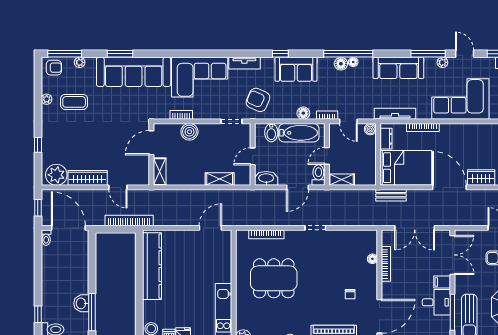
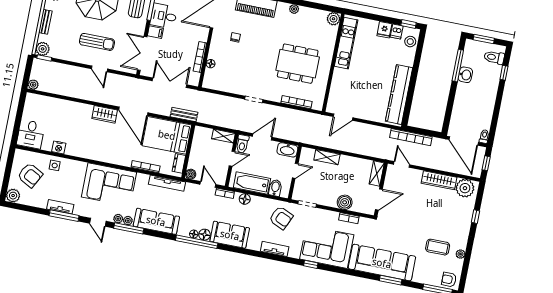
window: (280, 54) -> (311, 264), moved
plant: (80, 62) -> (128, 221), moved
tv unit: (244, 63) -> (275, 249), moved
sofa: (296, 69) -> (230, 235), moved
door: (118, 187) -> (402, 164), moved

